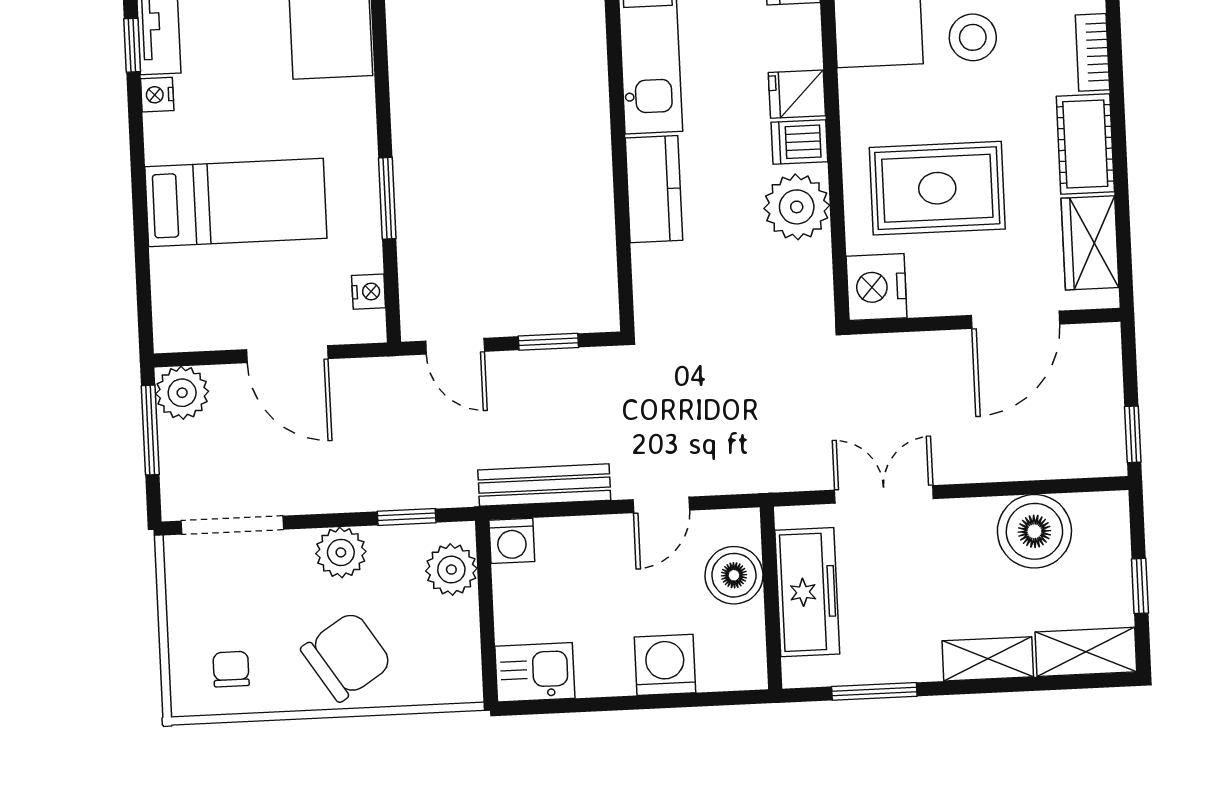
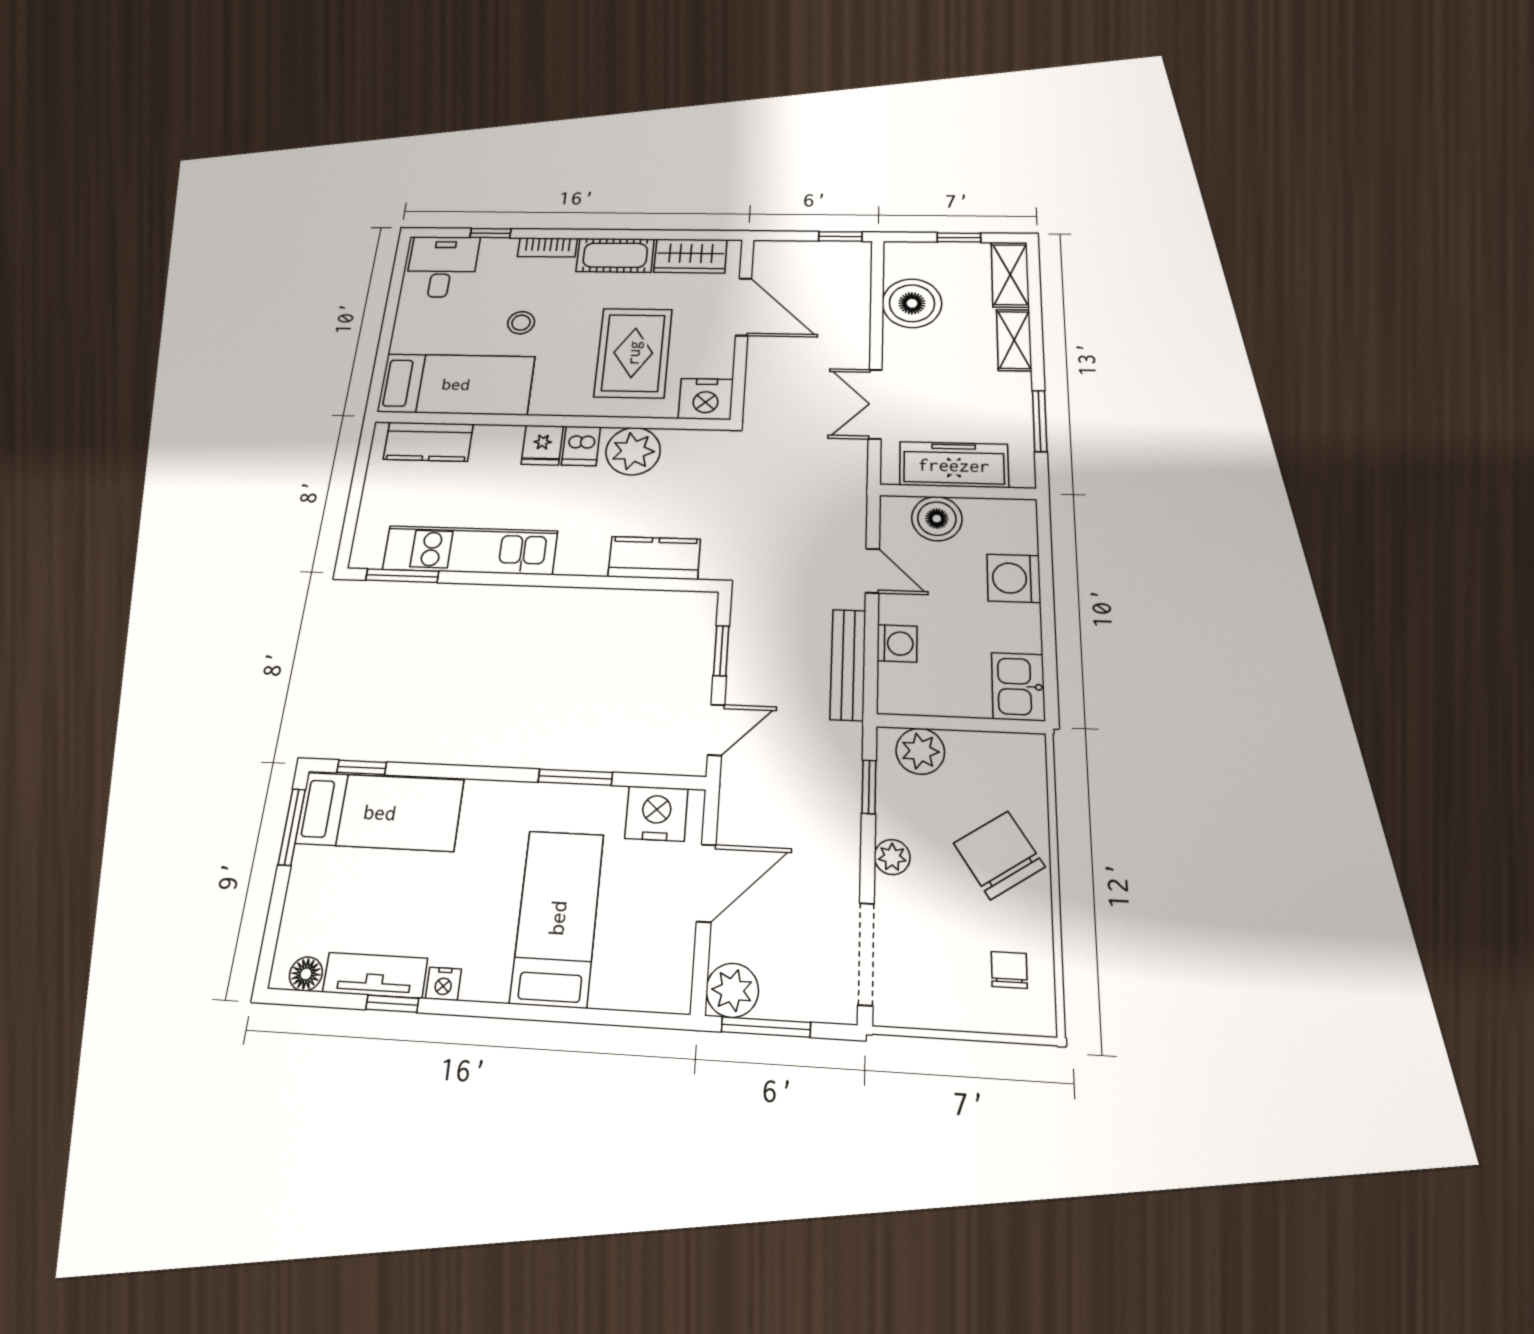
stool: (973, 37) -> (521, 323), width x0.73, depth x0.73
kitchen counter: (654, 189) -> (654, 558), moved
nightstand: (369, 292) -> (656, 814), width x1.89, depth x1.79
washing machine: (512, 541) -> (897, 643), moved
plant: (341, 552) -> (892, 857), width x0.73, depth x0.73
chair: (231, 669) -> (1009, 970), turned 90

